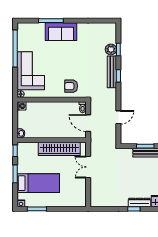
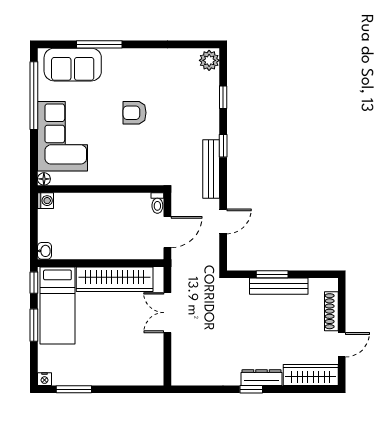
sofa: (61, 32) -> (73, 65), moved
plant: (111, 49) -> (209, 60), moved
bench: (112, 72) -> (211, 169), moved
armchair: (71, 86) -> (135, 113), moved
door: (88, 123) -> (167, 232), swing flipped
bed: (38, 183) -> (57, 306), moved, turned 90

